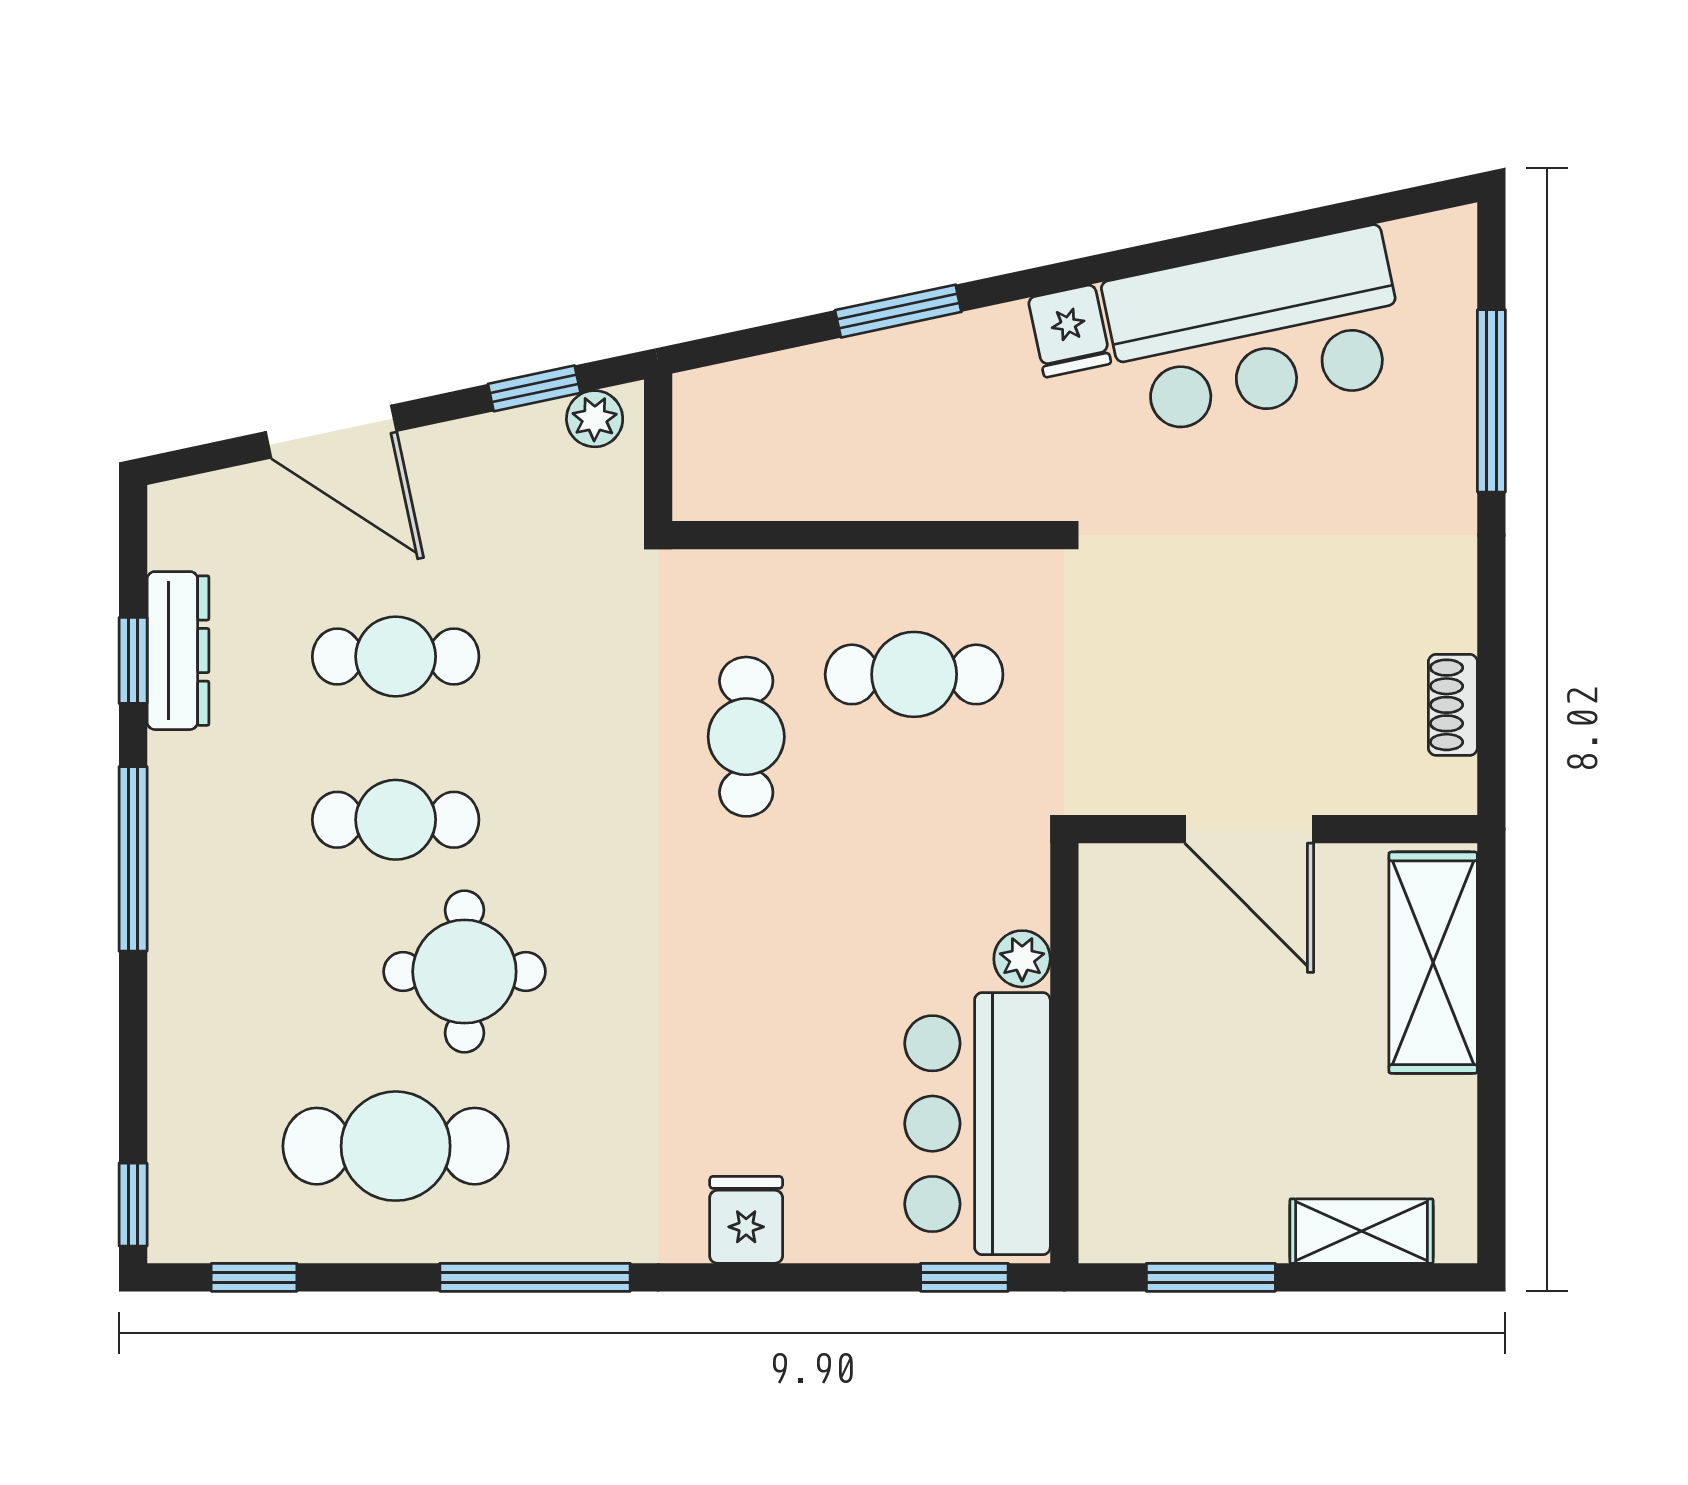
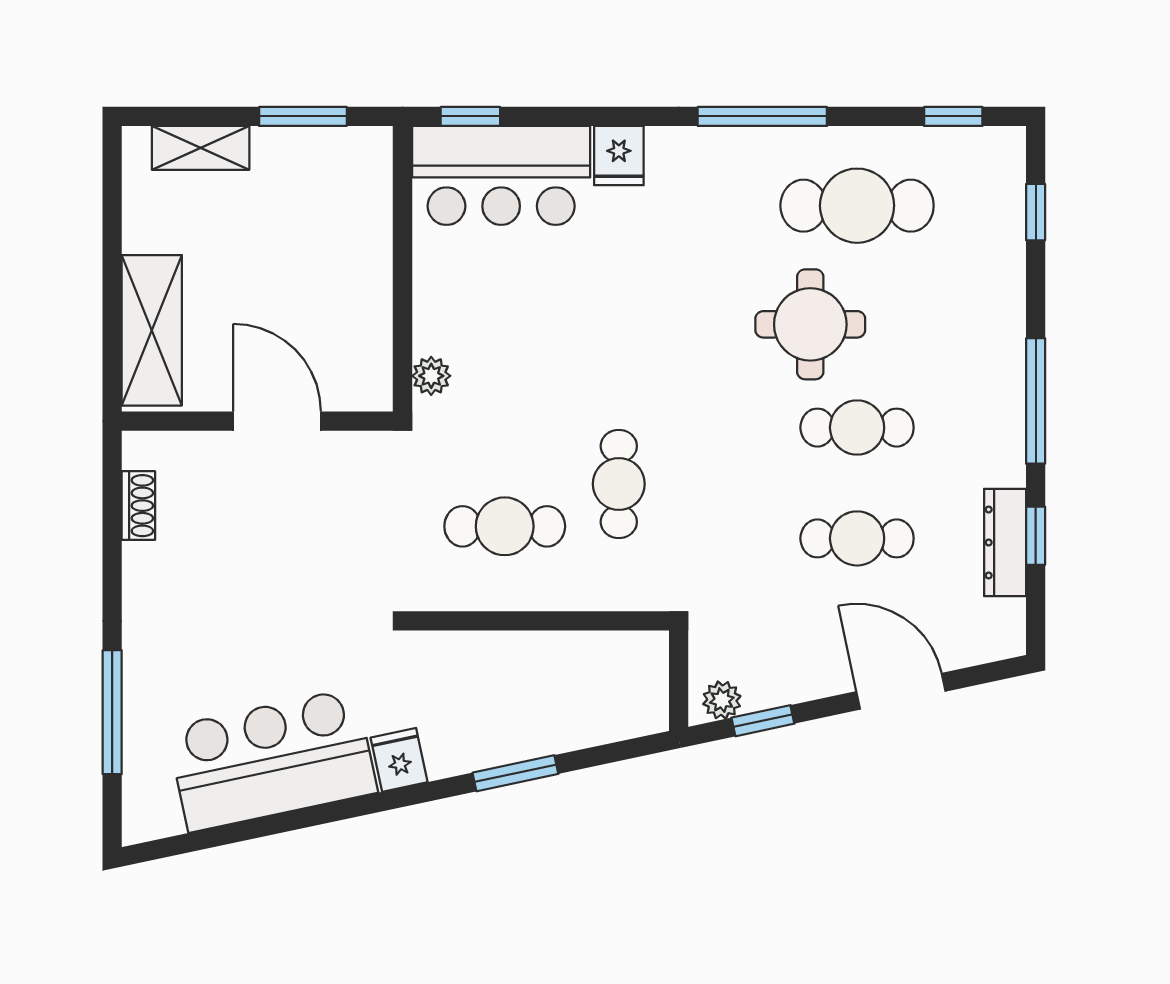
plant: (1022, 959) -> (431, 376), moved
bar counter: (978, 1124) -> (501, 175), moved, turned 90
window: (133, 1205) -> (1036, 212), moved

